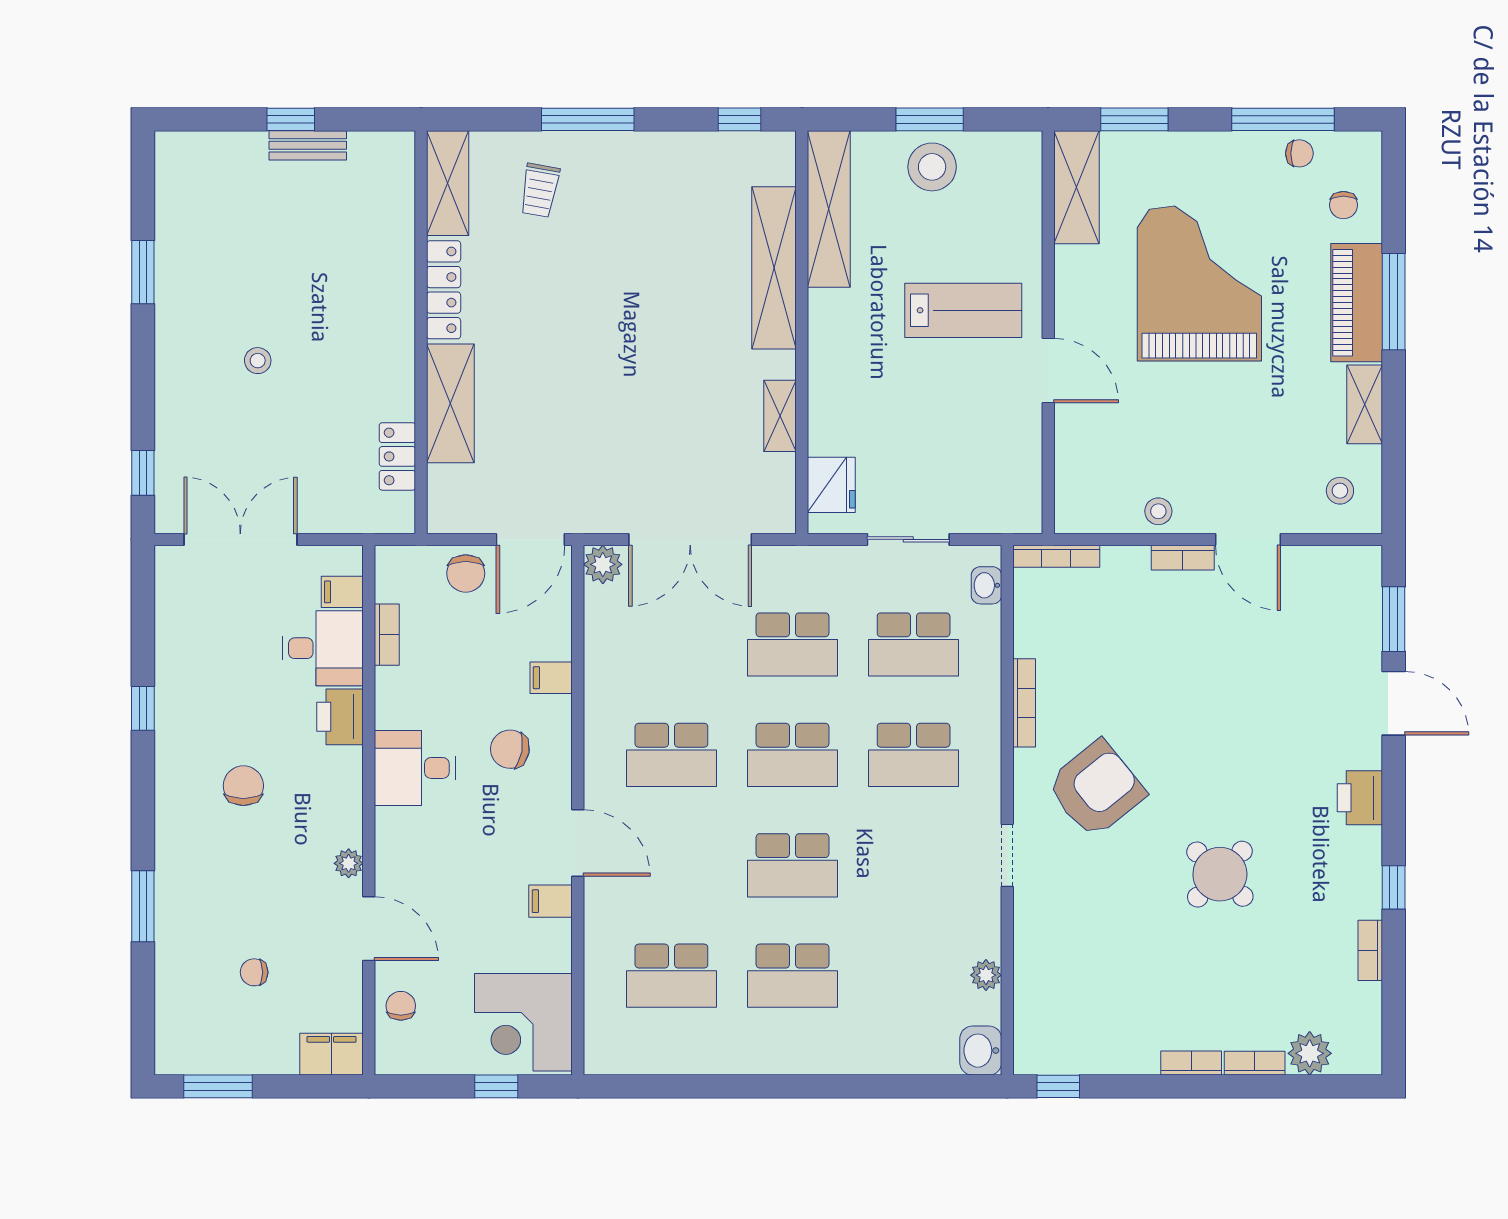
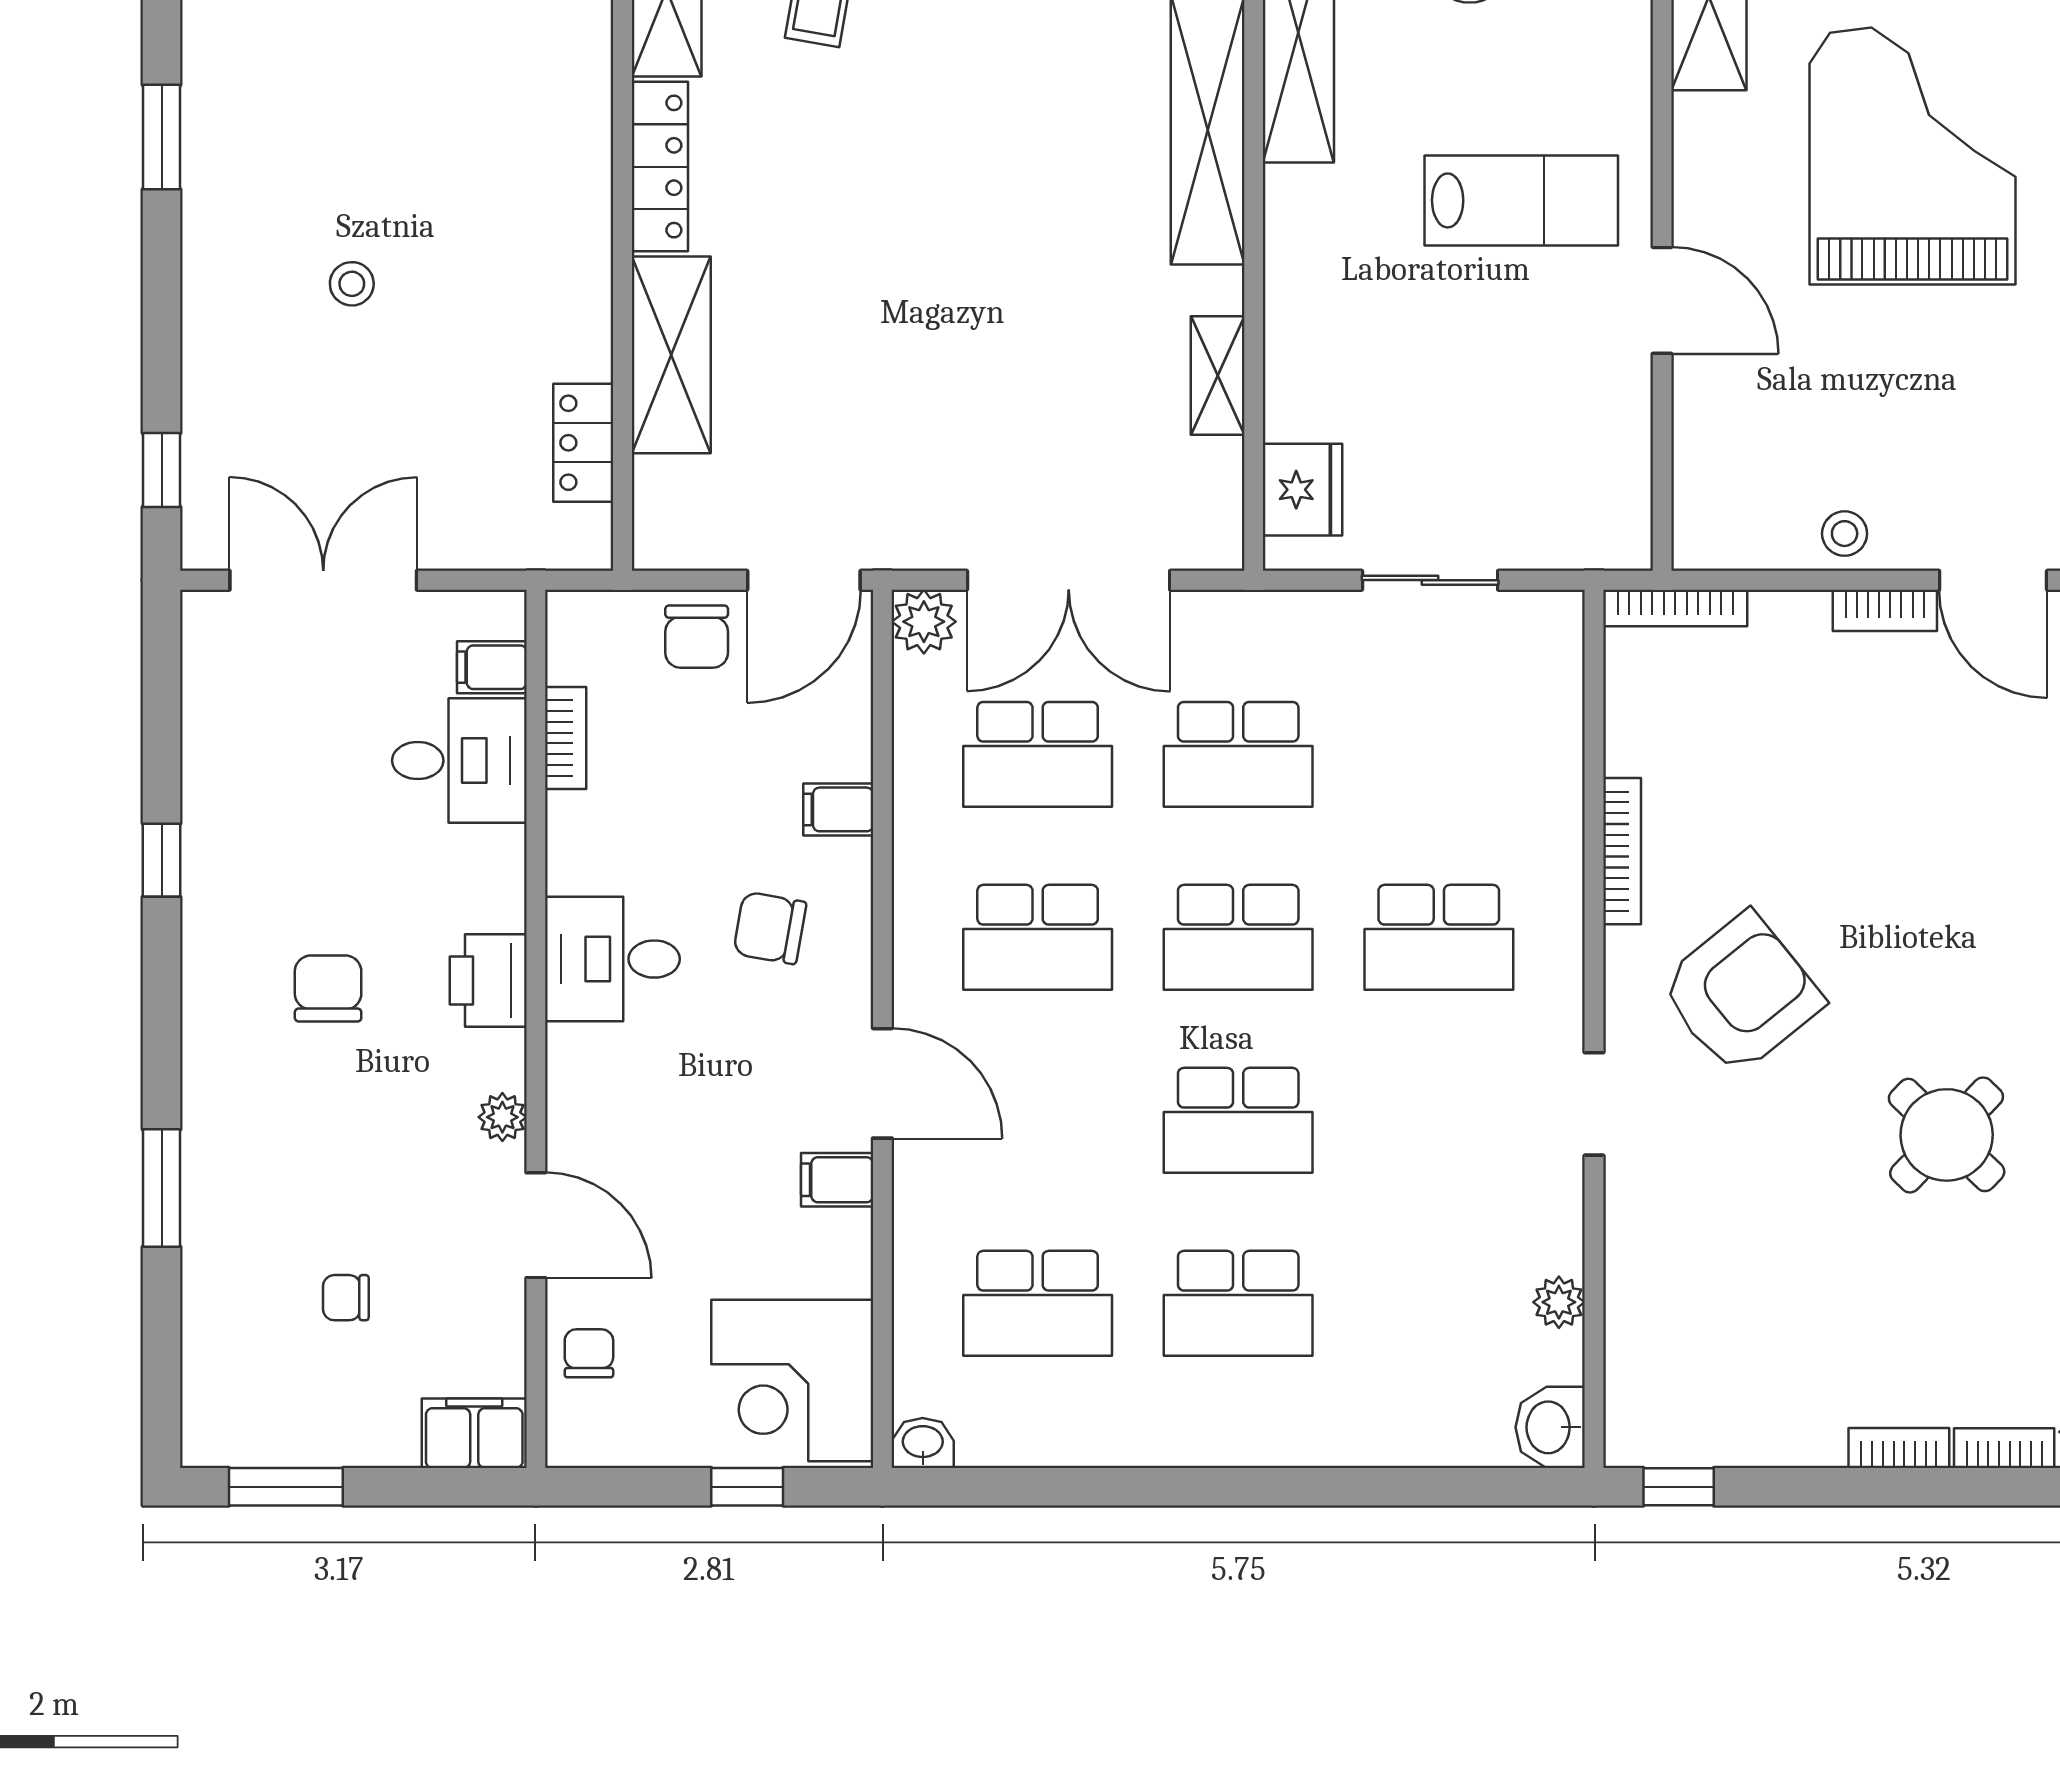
washbasin: (986, 585) -> (923, 1443), moved, turned 90
school desk: (914, 644) -> (1038, 754), moved
printer: (340, 717) -> (488, 981), moved

